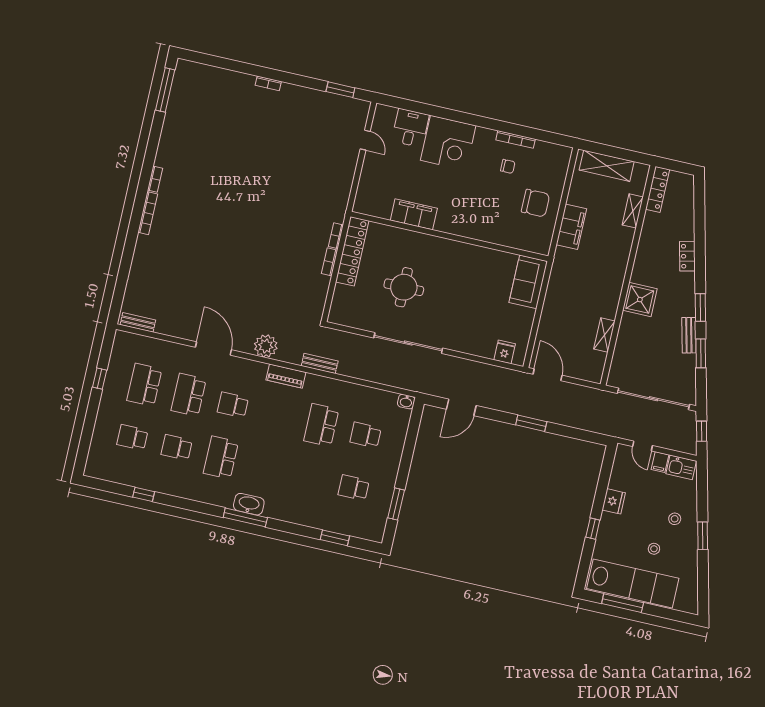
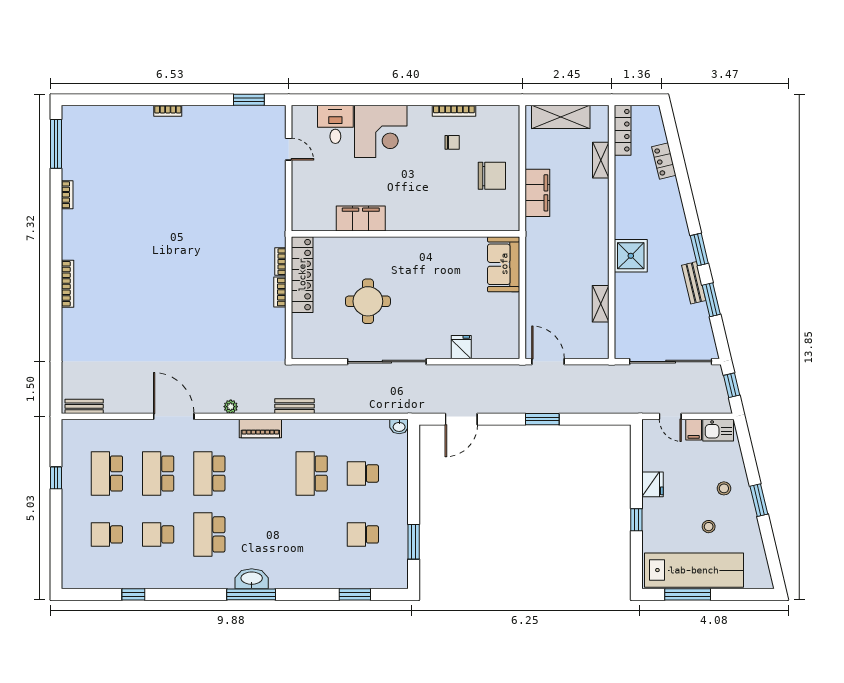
bookcase: (155, 179) -> (67, 195), moved
locker: (687, 256) -> (664, 161), moved
plant: (266, 346) -> (231, 407), width x0.53, depth x0.53
fridge: (505, 352) -> (461, 347), moved
school desk: (233, 405) -> (209, 473), width x1.85

